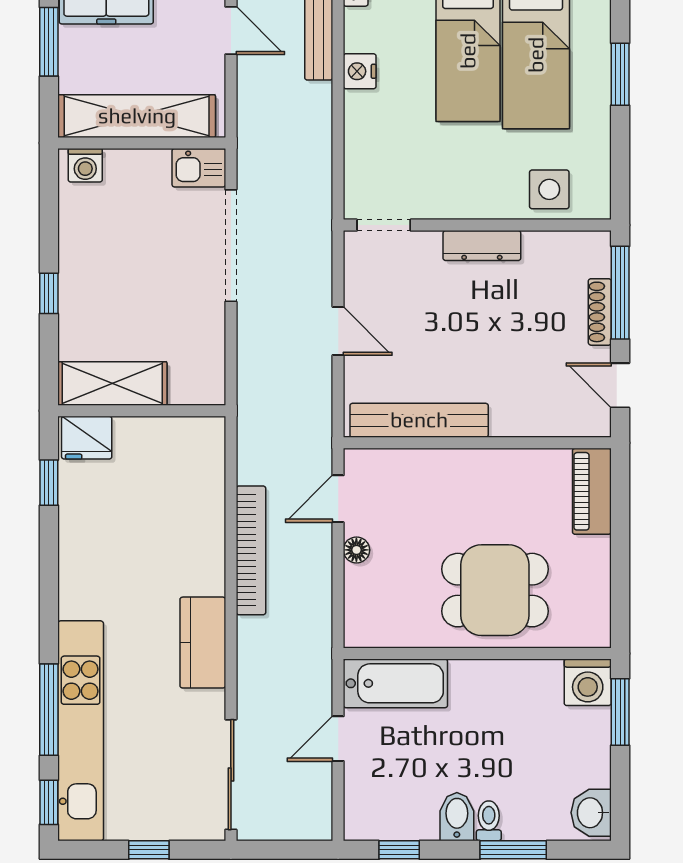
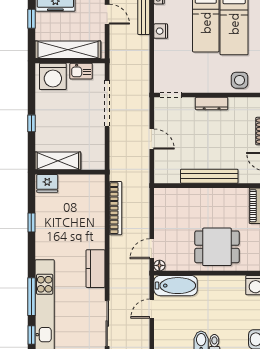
window: (49, 42) -> (31, 19), width x0.67
washing machine: (85, 165) -> (53, 76), width x1.89, depth x1.89
kitchen sink: (199, 168) -> (81, 71), moved
bench: (419, 420) -> (209, 176), moved
window: (49, 483) -> (31, 222), moved
door: (338, 499) -> (152, 249), moved
bookcase: (251, 550) -> (116, 208), moved
floor lamp: (356, 550) -> (159, 265), moved

